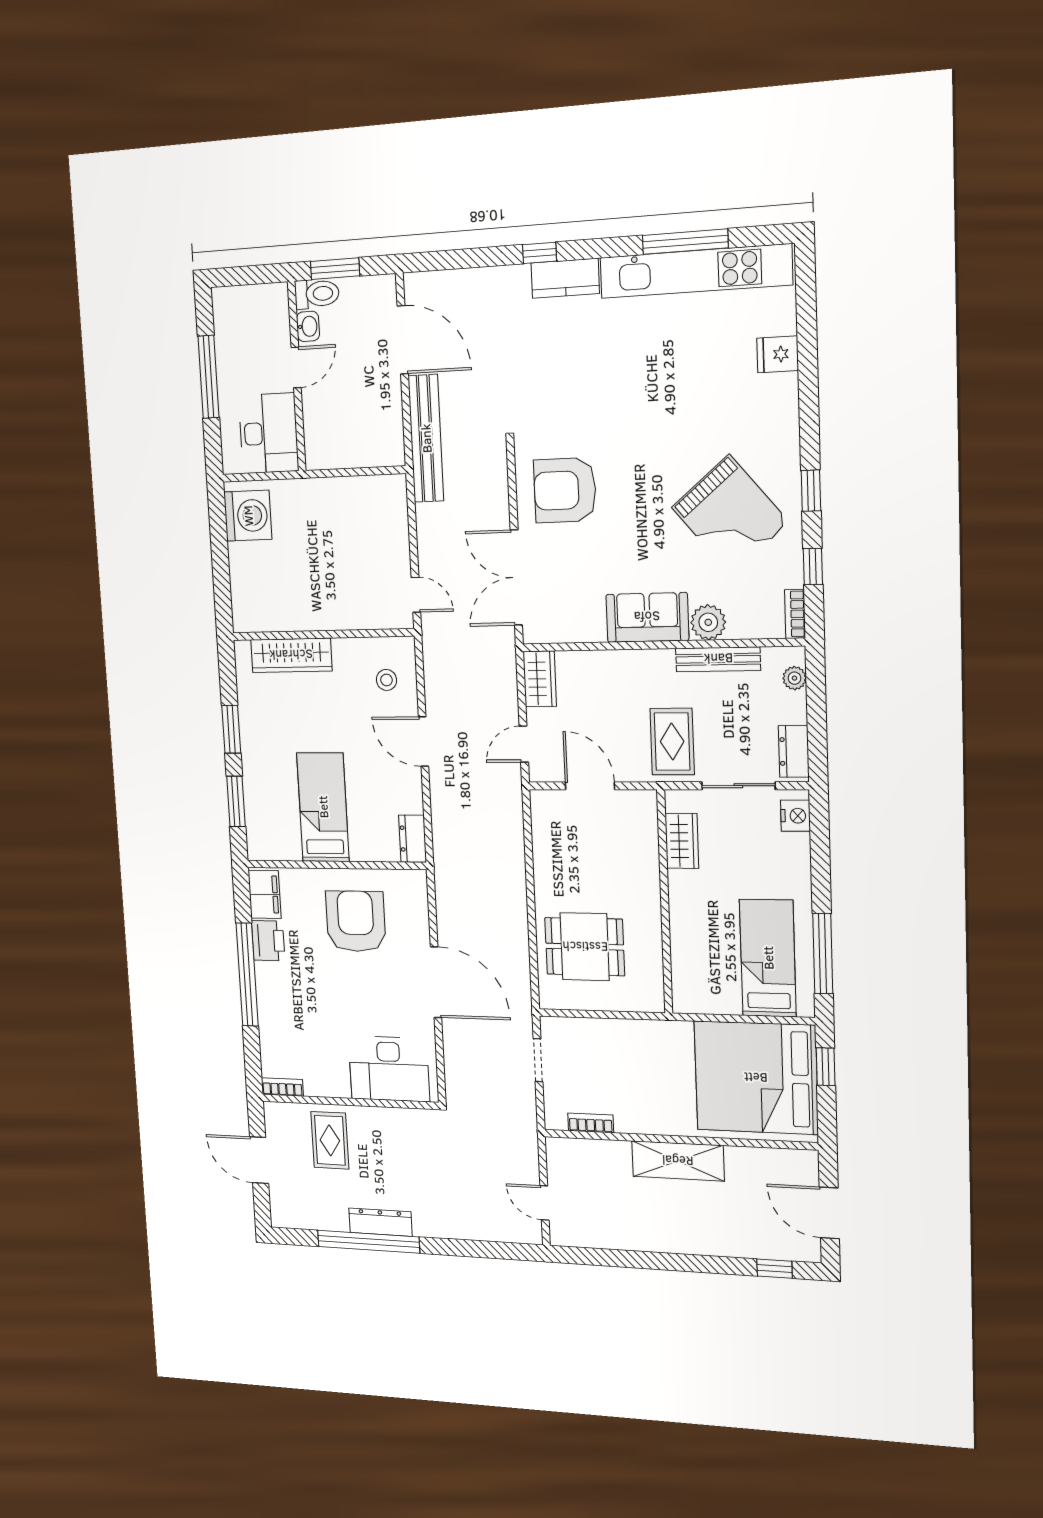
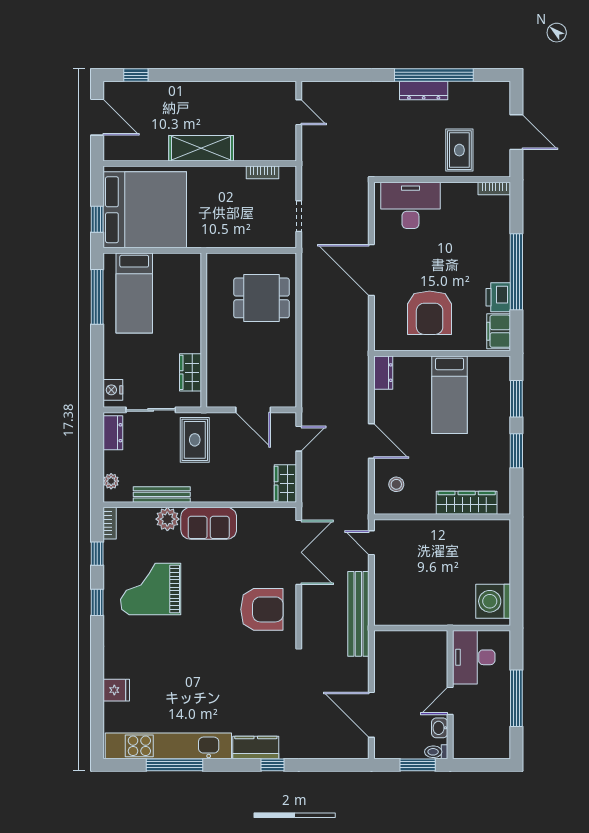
toilet: (317, 294) -> (436, 752), width x0.73, depth x0.72
bench: (426, 438) -> (358, 614), moved
grand piano: (730, 515) -> (151, 589), turned -50

